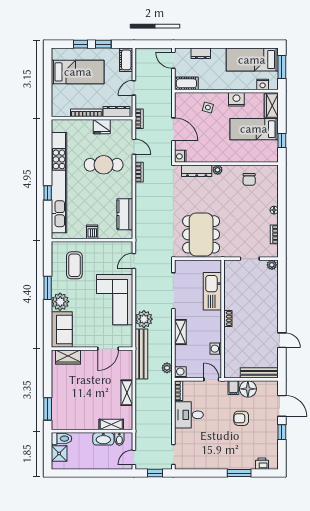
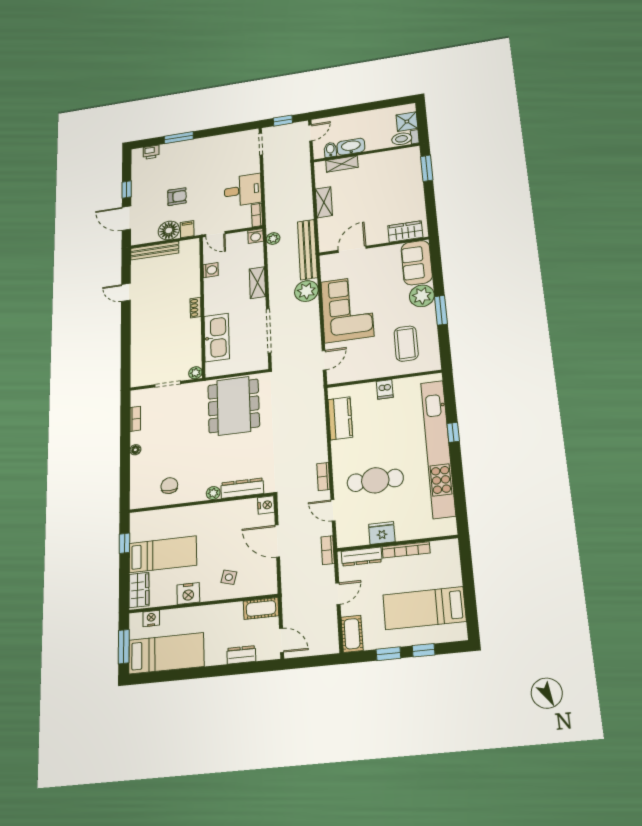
plant: (272, 265) -> (195, 373), moved

